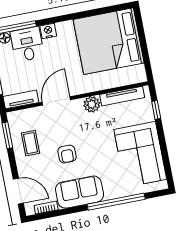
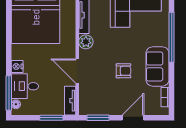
coffee table: (31, 143) -> (108, 100), removed
door: (18, 191) -> (133, 118), moved

